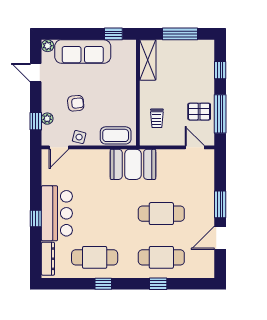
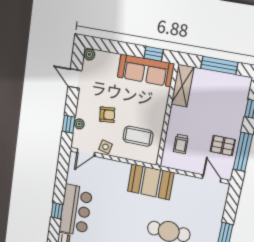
sofa: (83, 51) -> (146, 70), moved
coffee table: (116, 135) -> (138, 136), moved

